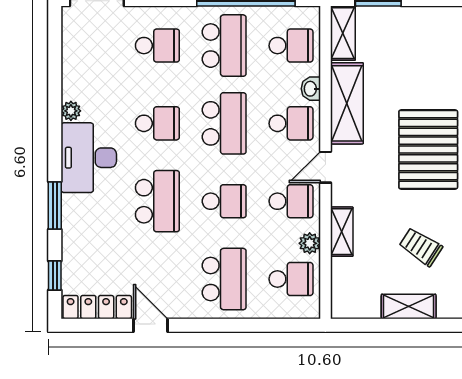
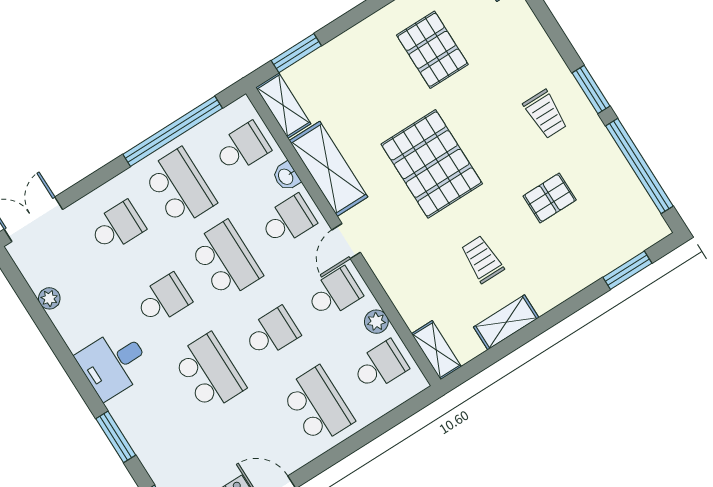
plant: (71, 111) -> (49, 298), moved
desk: (89, 158) -> (114, 363), width x0.73
shelving: (342, 232) -> (436, 350), moved
trolley: (421, 247) -> (482, 259), turned 57

